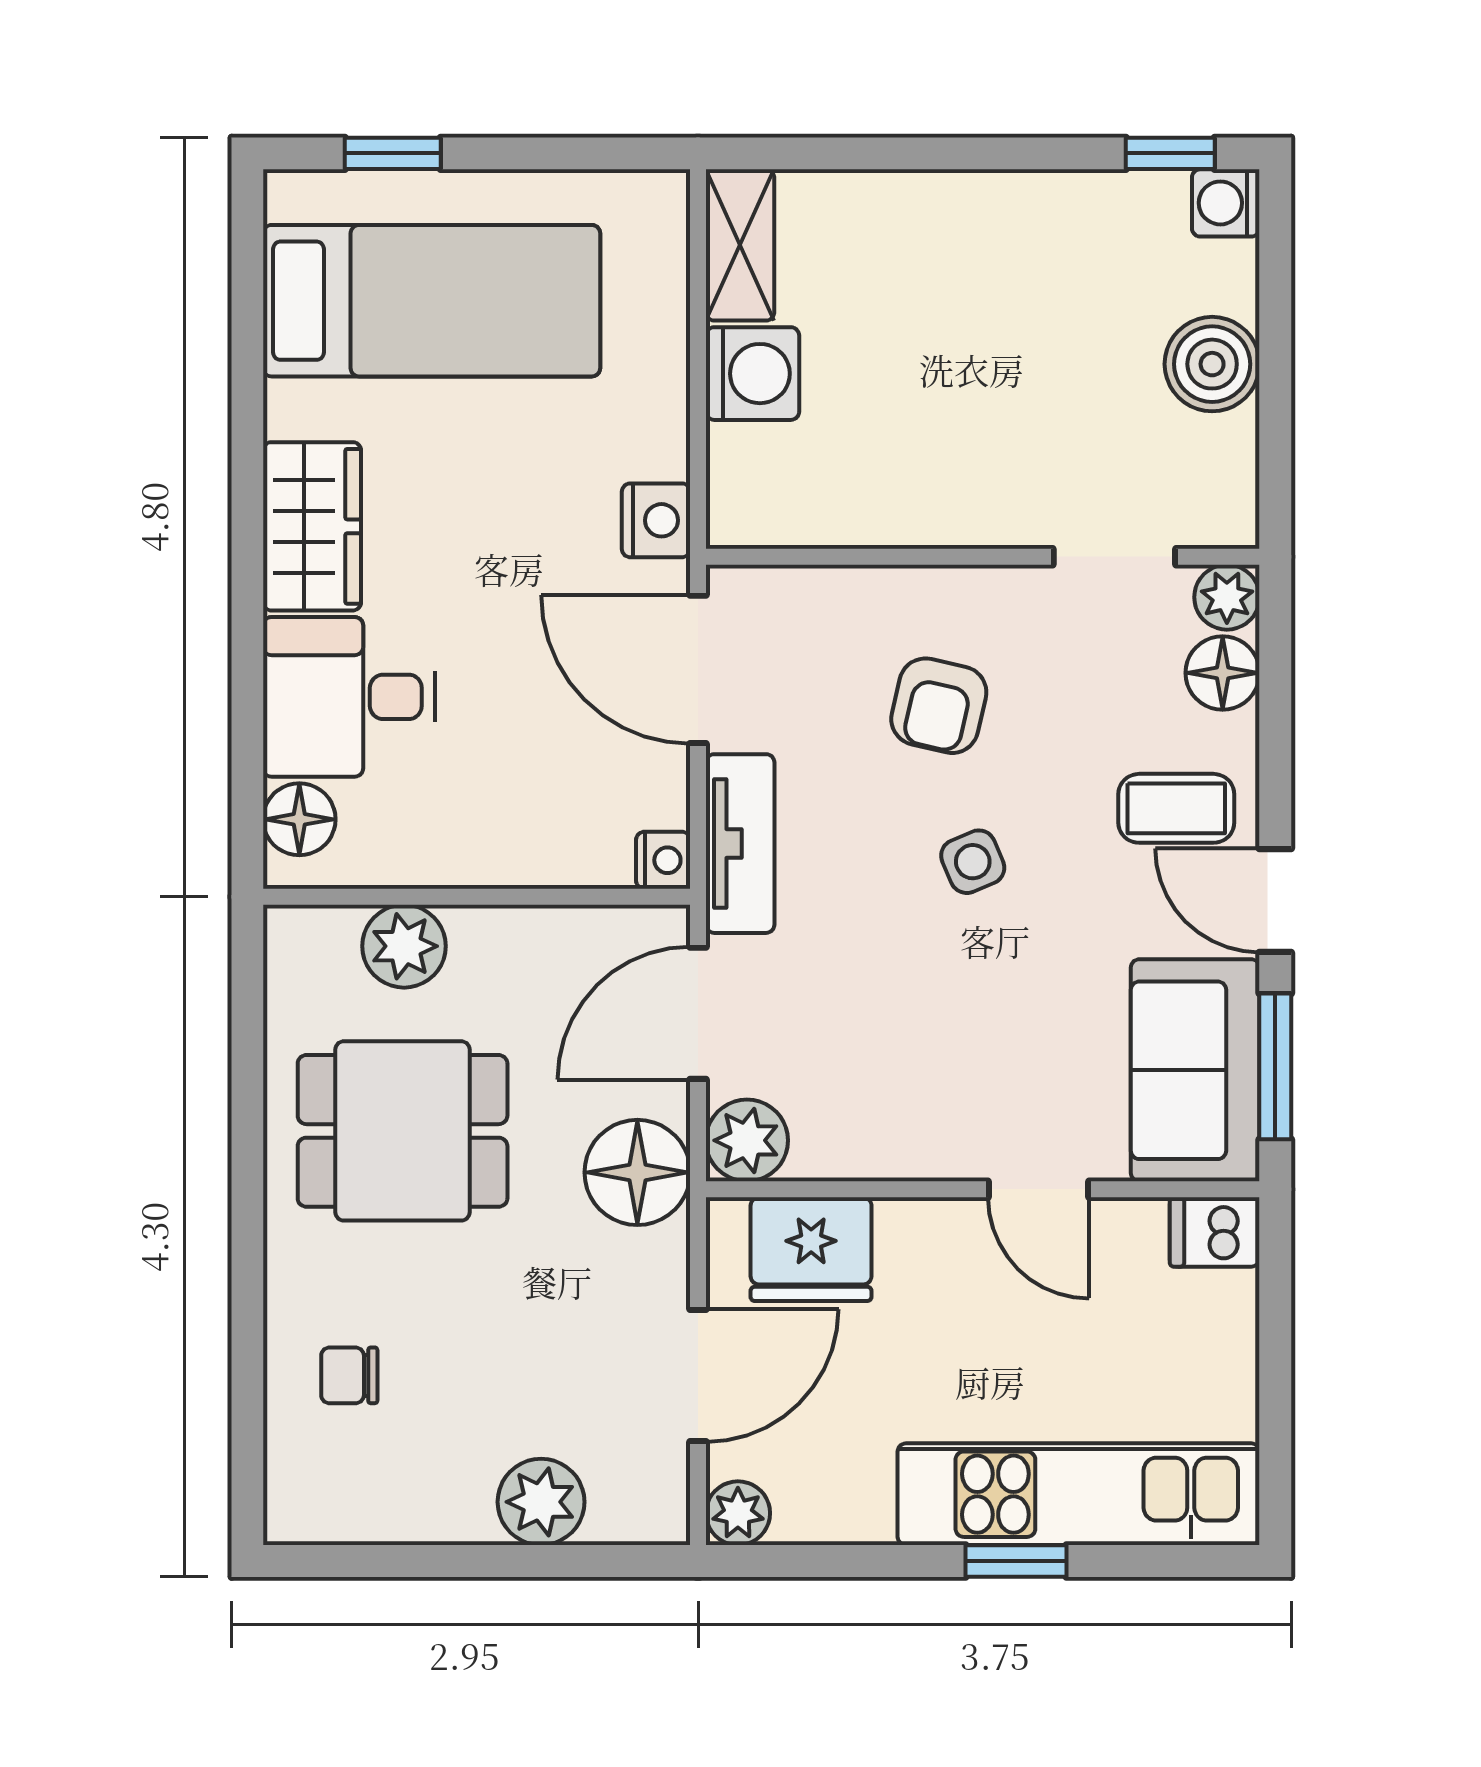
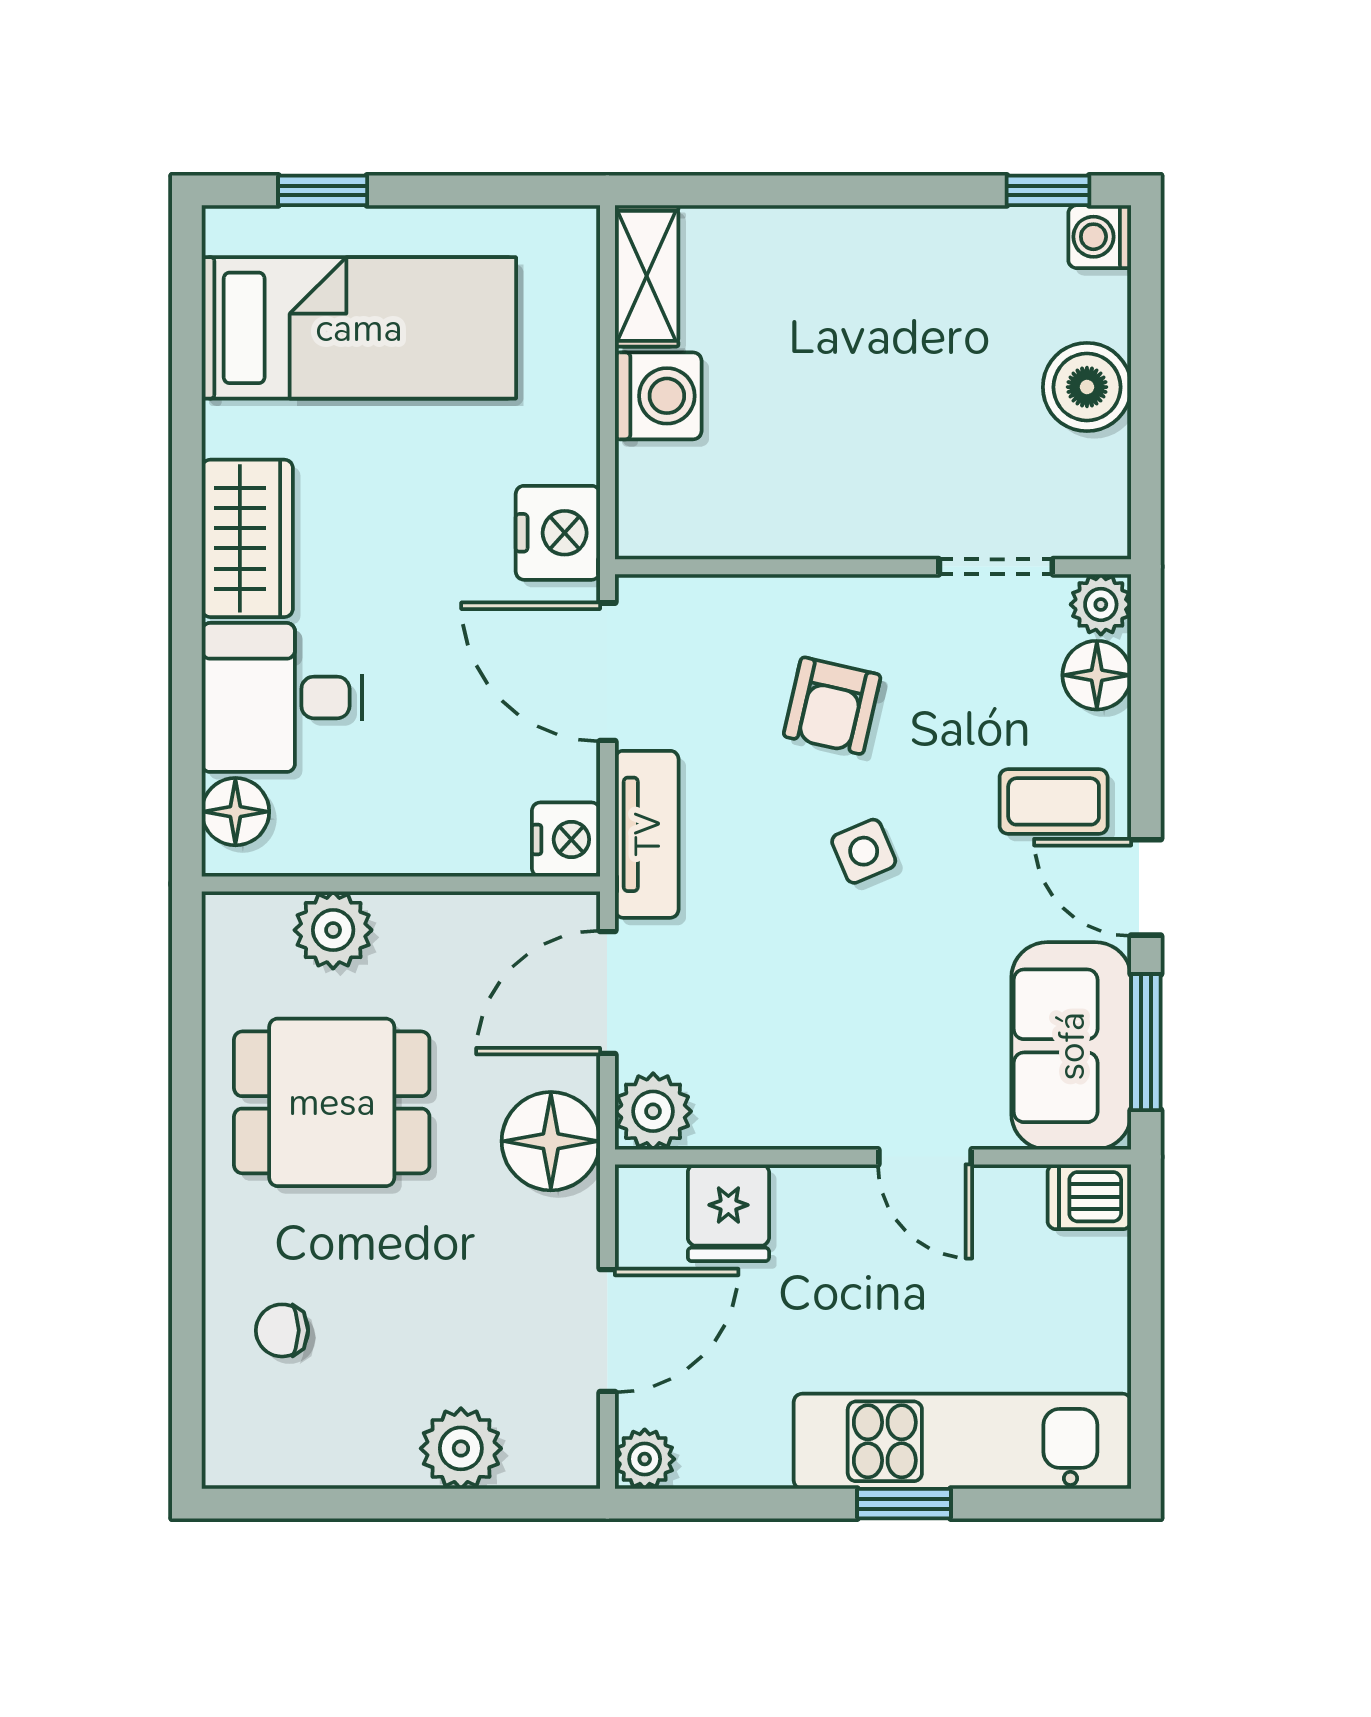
nightstand: (656, 520) -> (558, 533), width x1.36, depth x1.33
nightstand: (663, 860) -> (566, 839), width x1.39, depth x1.35
fridge: (811, 1249) -> (728, 1213), width x0.72

